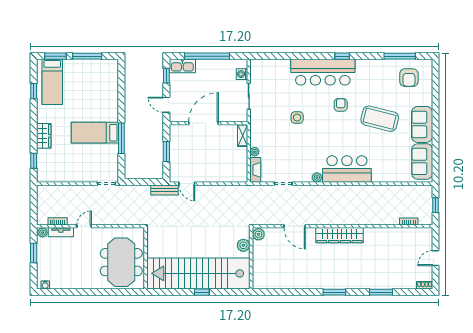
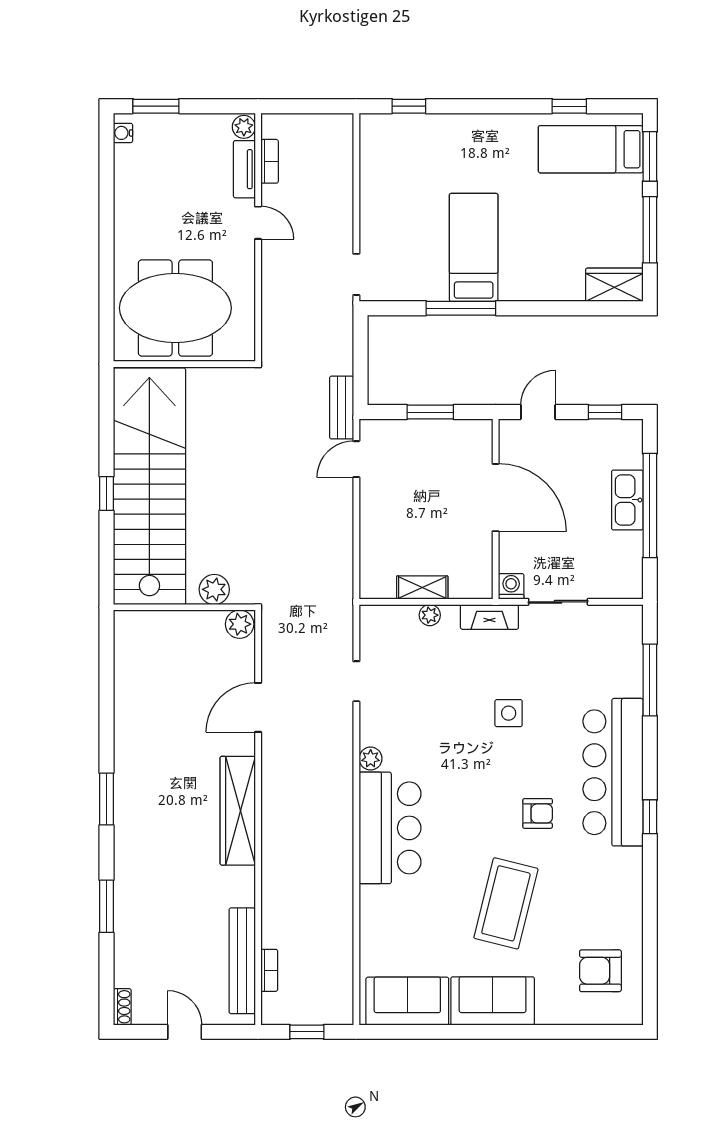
window: (400, 56) -> (650, 680), moved
kitchen sink: (182, 66) -> (627, 500), moved
washing machine: (242, 74) -> (511, 586), moved
shelving: (243, 135) -> (422, 588), moved
wardrobe: (44, 136) -> (614, 285), moved, turned 180
fireplace: (255, 170) -> (489, 617), moved
bench: (405, 233) -> (242, 961), added
window: (34, 253) -> (156, 106), moved

